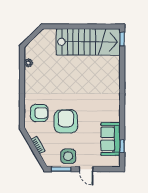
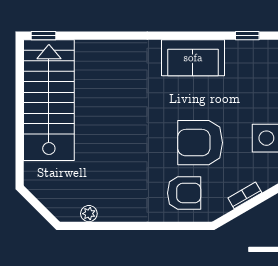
armchair: (39, 113) -> (184, 193), turned 90
sofa: (110, 139) -> (193, 58), moved

